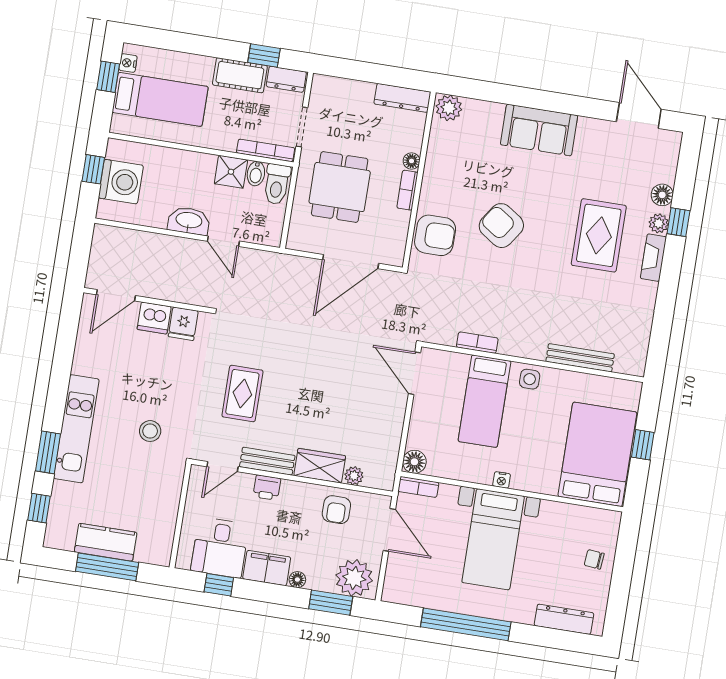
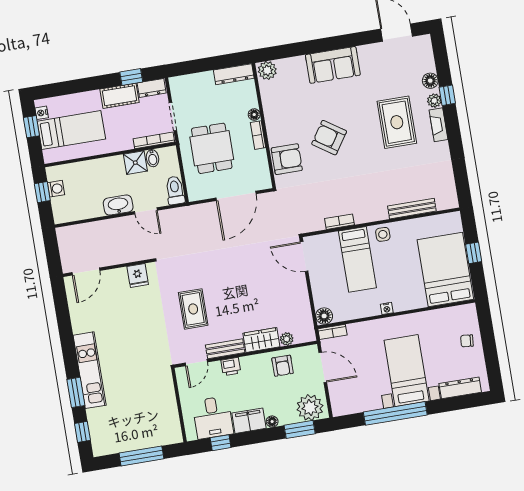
washing machine: (121, 182) -> (56, 189), width x0.53, depth x0.53
toilet: (277, 184) -> (175, 190), moved, turned 180
dishwasher: (154, 318) -> (117, 278), removed
stool: (150, 431) -> (140, 355), removed
bed with nightstands: (493, 539) -> (407, 371), moved, turned 180
kitchen counter: (106, 542) -> (135, 440), removed

